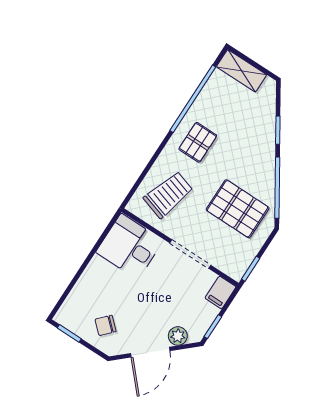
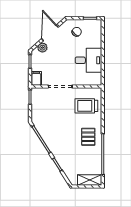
trolley: (168, 195) -> (86, 106), turned 73
pallet: (238, 209) -> (52, 119), removed
desk: (130, 247) -> (88, 60), moved

